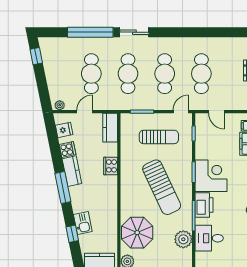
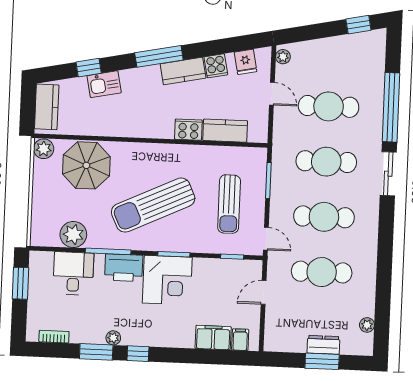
plant: (235, 42) -> (367, 325), added
kitchen counter: (110, 128) -> (225, 131), moved

